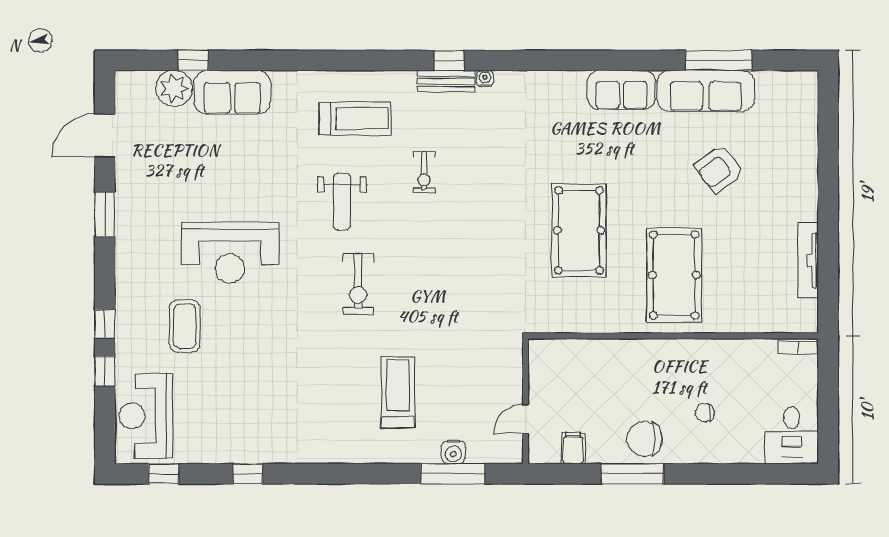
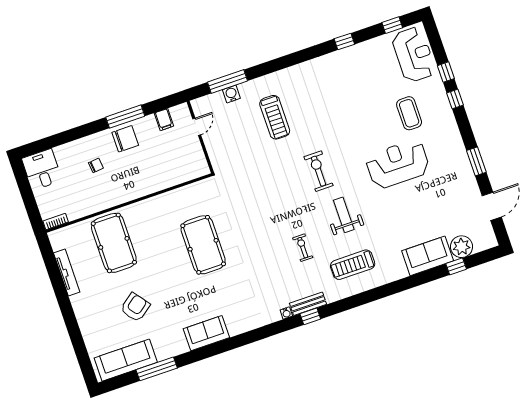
sofa: (706, 91) -> (126, 360), moved
pool table: (674, 275) -> (114, 243), moved

